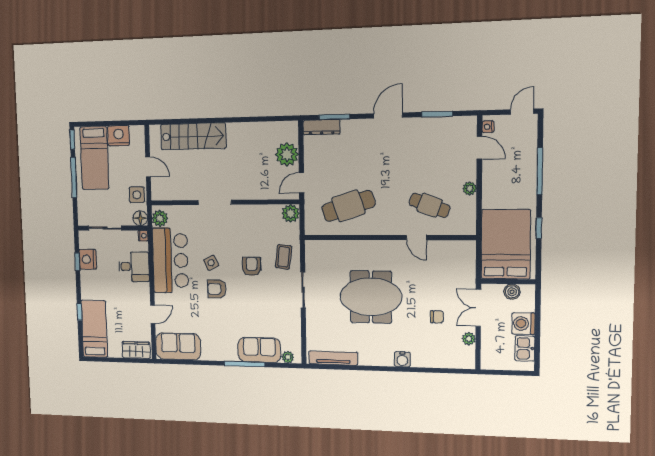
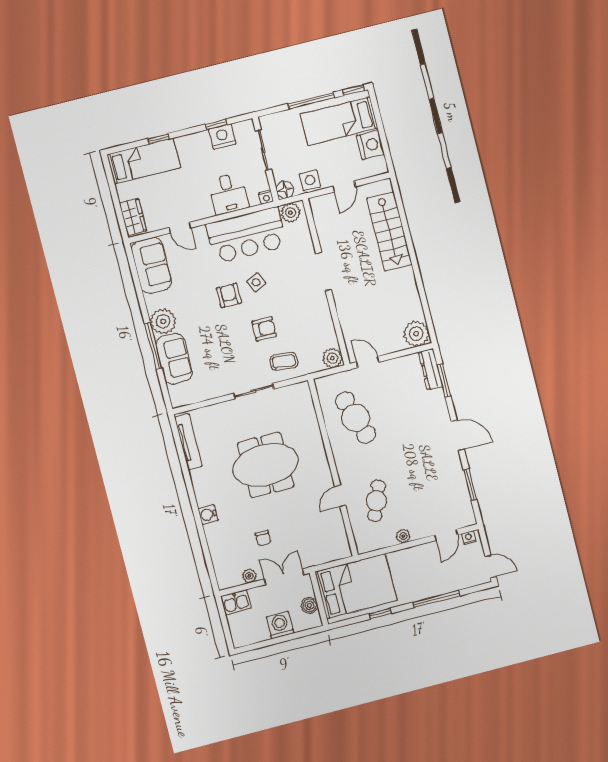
plant: (287, 154) -> (416, 334), moved
meeting table: (371, 297) -> (266, 465), turned 90
kitchen sink: (525, 348) -> (236, 602), moved, turned 180
plant: (288, 357) -> (163, 321), moved, width x1.87, depth x1.87

